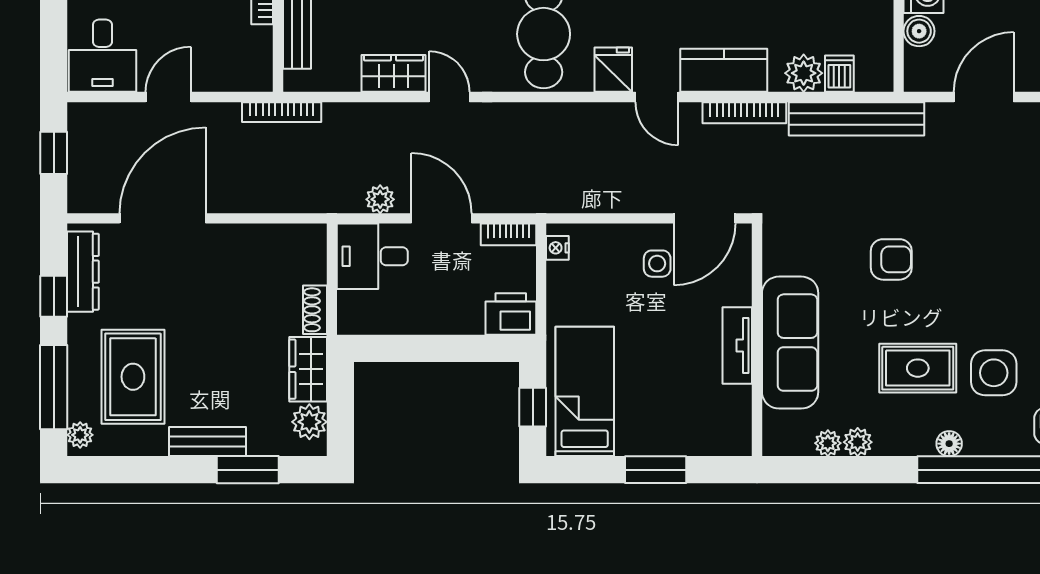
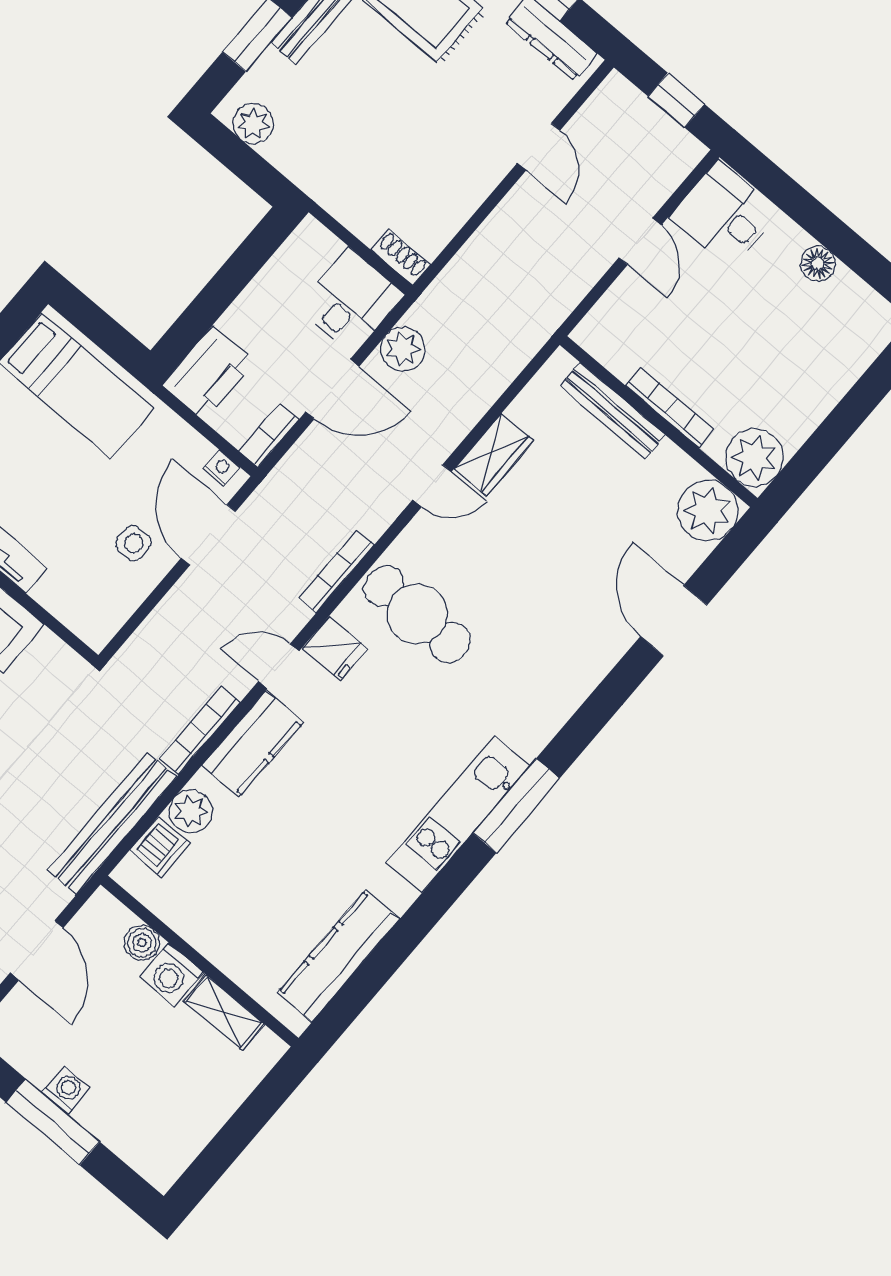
dishwasher: (839, 74) -> (160, 847), width x1.38
bookcase: (282, 112) -> (337, 571), moved
plant: (380, 199) -> (403, 349), width x1.38, depth x1.38
door: (163, 218) -> (539, 147), width x0.53
door: (704, 218) -> (208, 535), moved
shoe rack: (315, 310) -> (400, 257), moved
printer: (511, 314) -> (209, 373), width x1.37, depth x1.19
wardrobe: (308, 369) -> (300, 161), removed
window: (533, 407) -> (101, 329), removed

